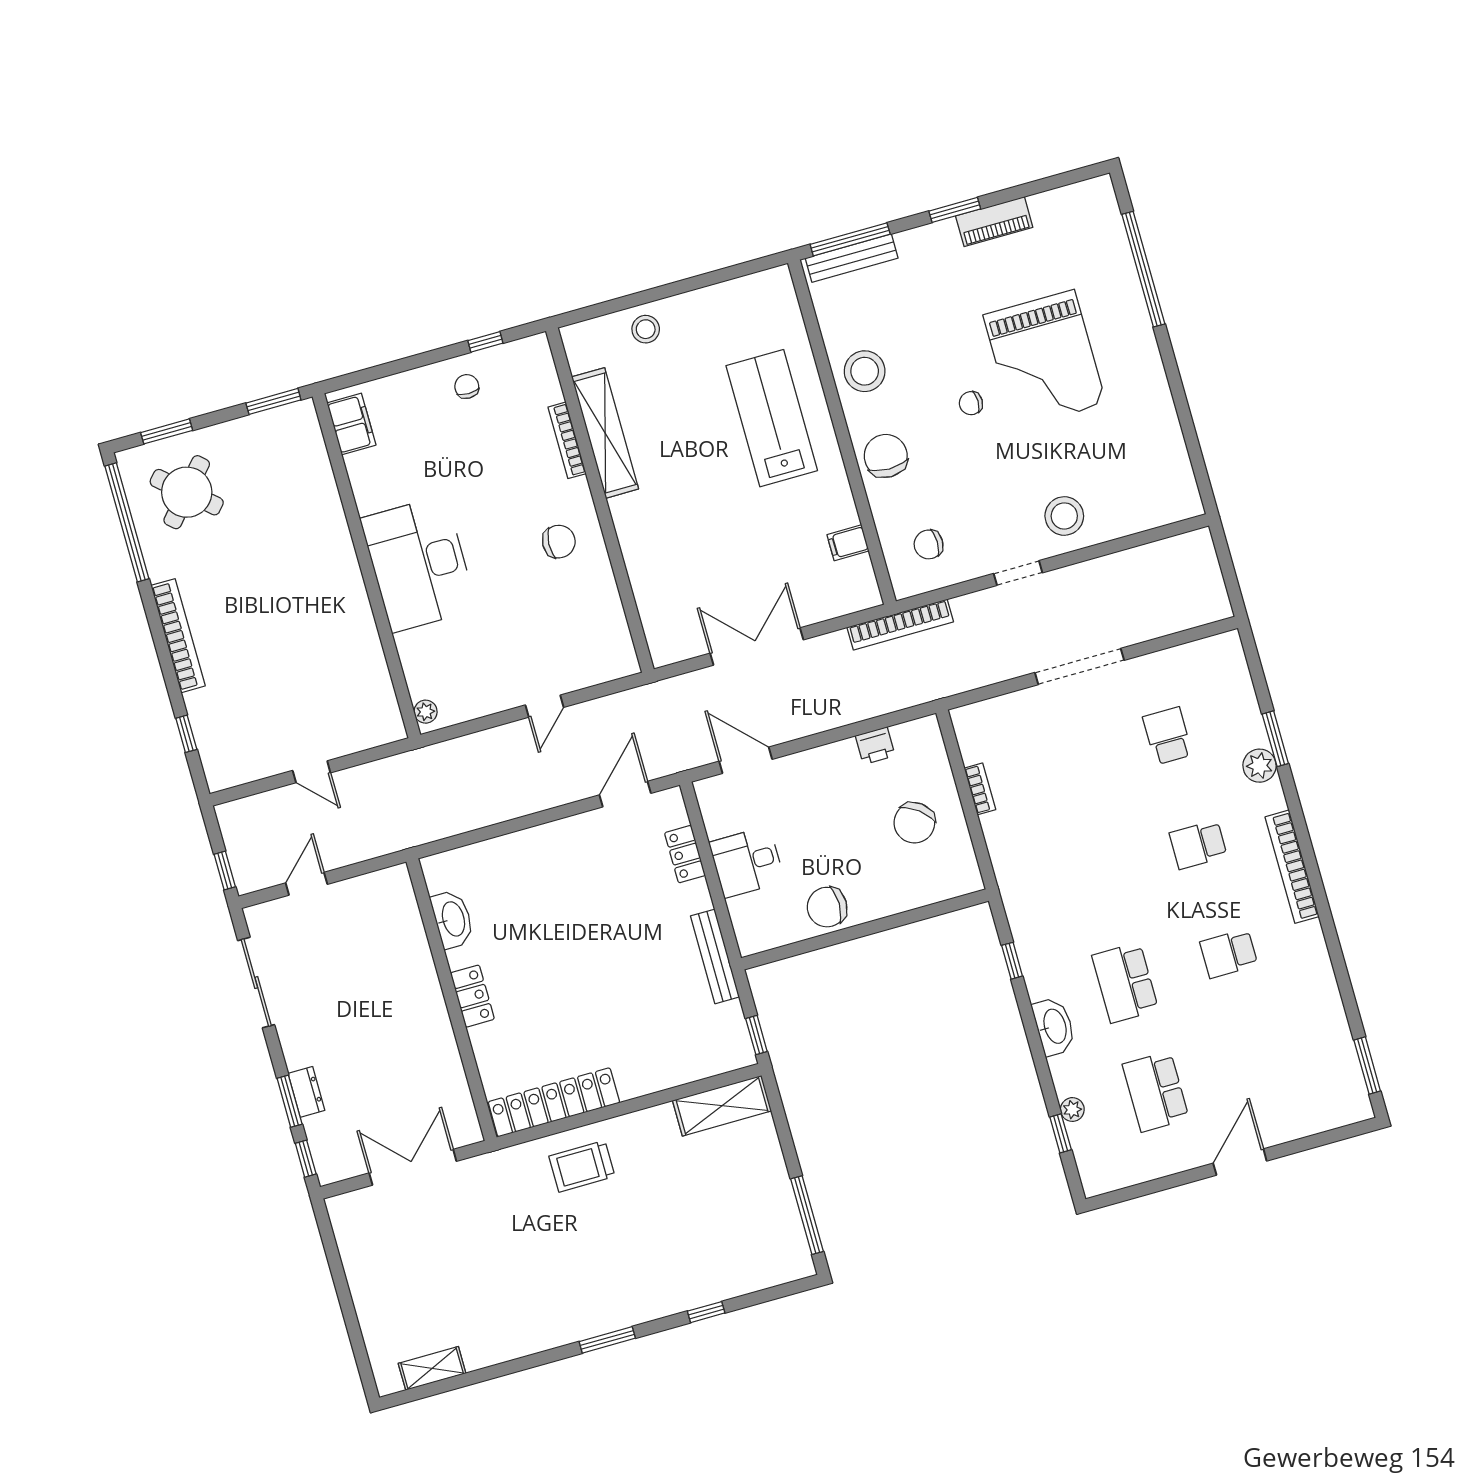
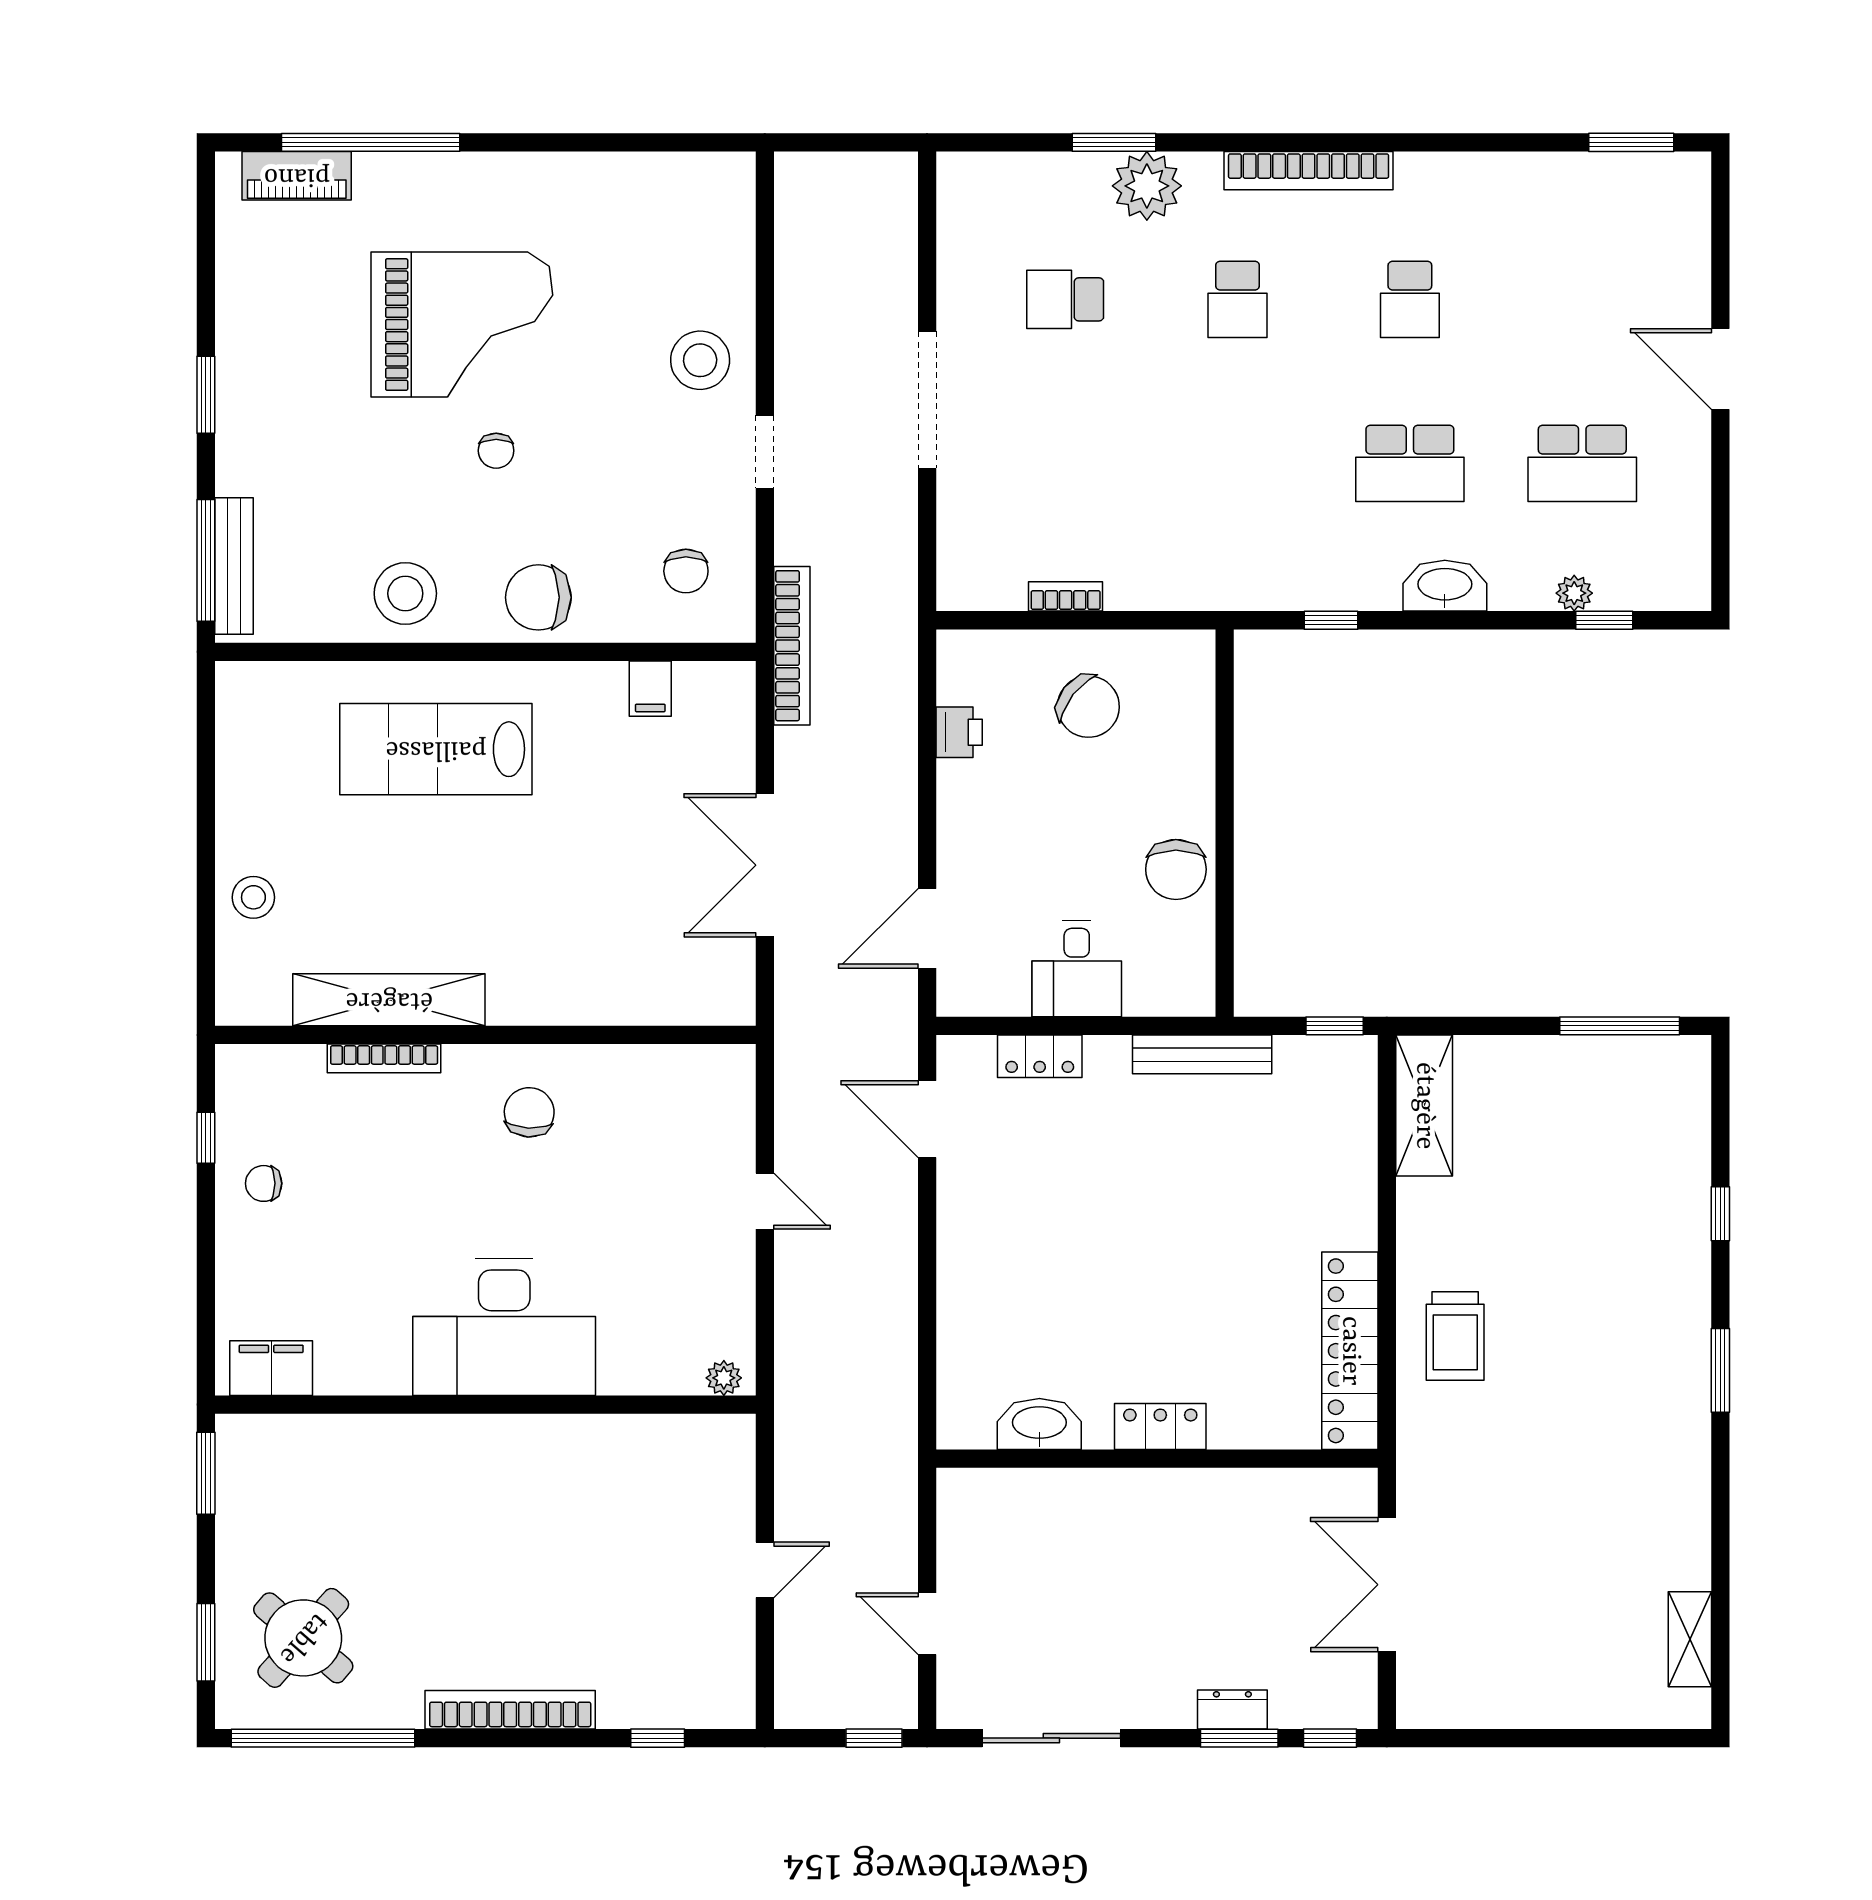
piano: (994, 222) -> (297, 176), moved, turned 90
plant: (1259, 766) -> (1147, 186), width x1.36, depth x1.36

